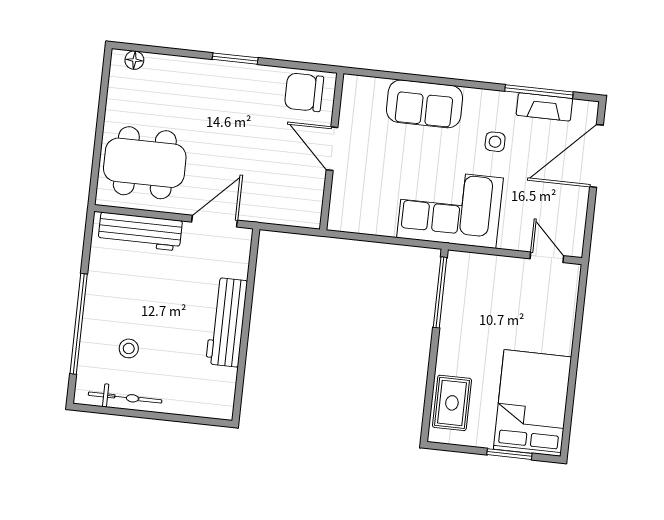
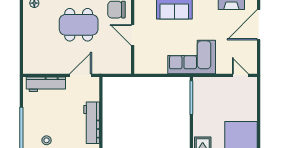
side table: (495, 142) -> (210, 23), removed
dining table: (145, 163) -> (79, 25), moved

